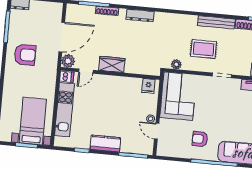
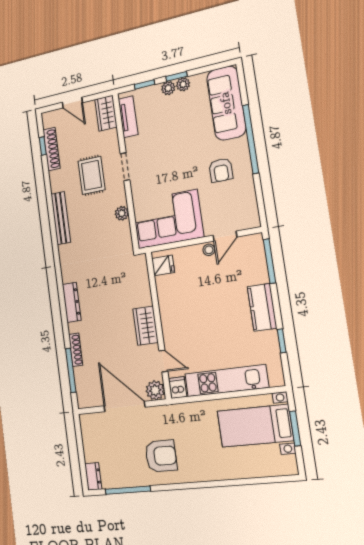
bench: (216, 22) -> (61, 218), moved
rug: (204, 49) -> (92, 175), moved
armchair: (25, 55) -> (161, 456), turned 90
plant: (176, 64) -> (122, 213), moved

